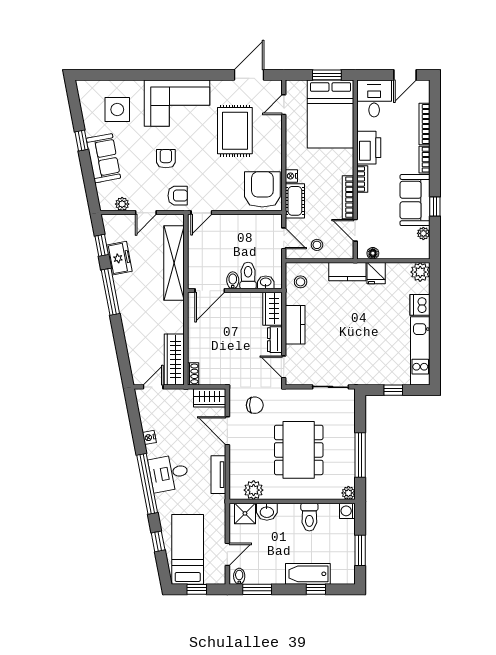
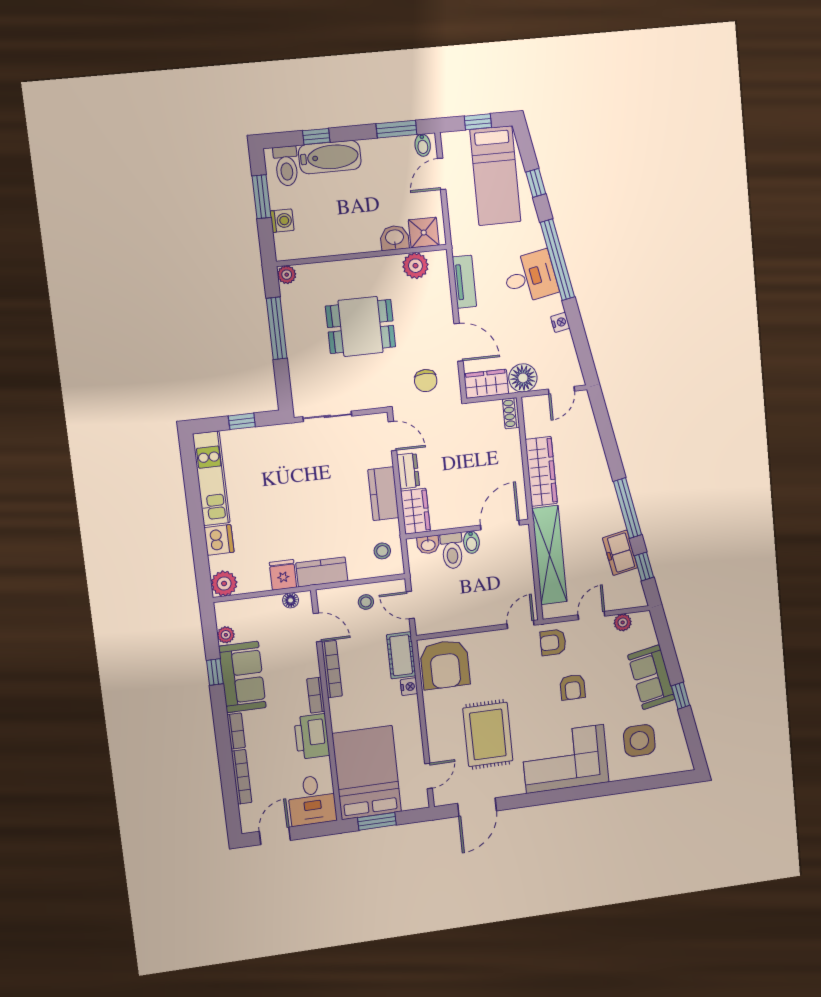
wardrobe: (174, 359) -> (541, 471), moved
floor lamp: (182, 399) -> (523, 378), added
chair: (255, 405) -> (426, 381), turned -90
dining table: (299, 450) -> (361, 326), width x0.73
washing machine: (347, 511) -> (282, 221), moved
toilet: (309, 517) -> (286, 166), moved, turned 180

